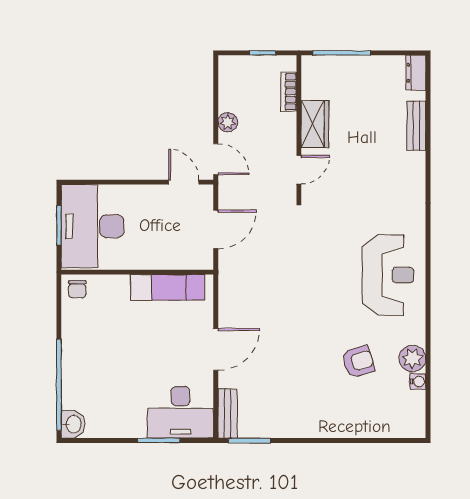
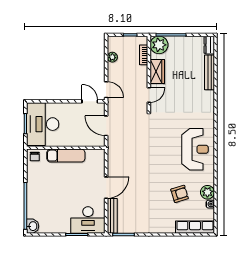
plant: (318, 72) -> (159, 45), added
plant: (228, 122) -> (112, 57), moved
bench: (416, 126) -> (209, 72), width x1.36
door: (216, 229) -> (106, 126), swing flipped
exam couch: (168, 287) -> (66, 156), moved
bench: (228, 413) -> (112, 216), width x1.36
row of seats: (388, 426) -> (195, 227), added

